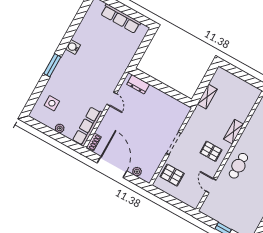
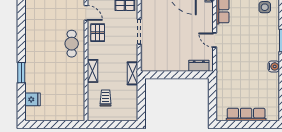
shelving: (207, 97) -> (133, 73), moved
trolley: (235, 102) -> (106, 98), added
pallet: (211, 151) -> (98, 33), moved, turned 90

